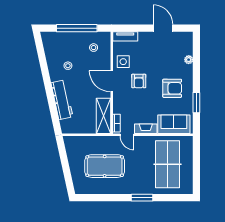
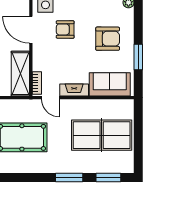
armchair: (139, 81) -> (65, 29), turned 90
table tennis table: (168, 164) -> (102, 135), turned 90
window: (173, 198) -> (108, 177), added

